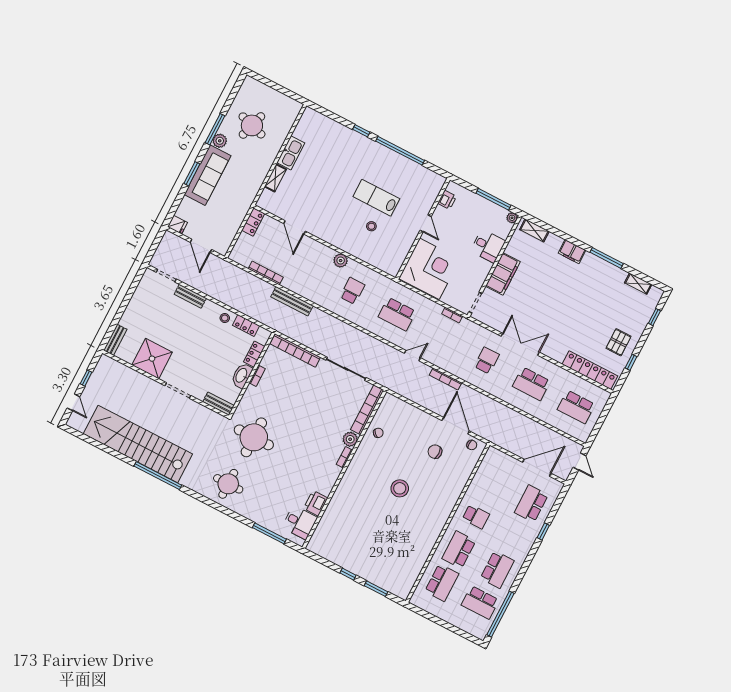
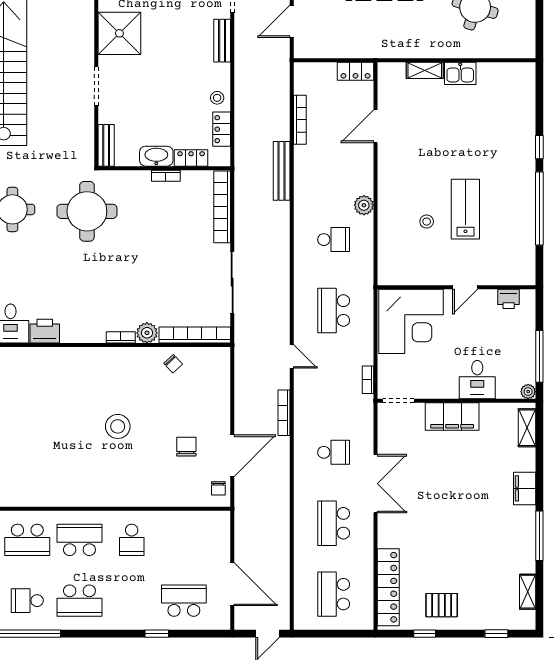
kitchen sink: (291, 153) -> (460, 73), width x0.73
school desk: (480, 602) -> (27, 601), width x0.54

